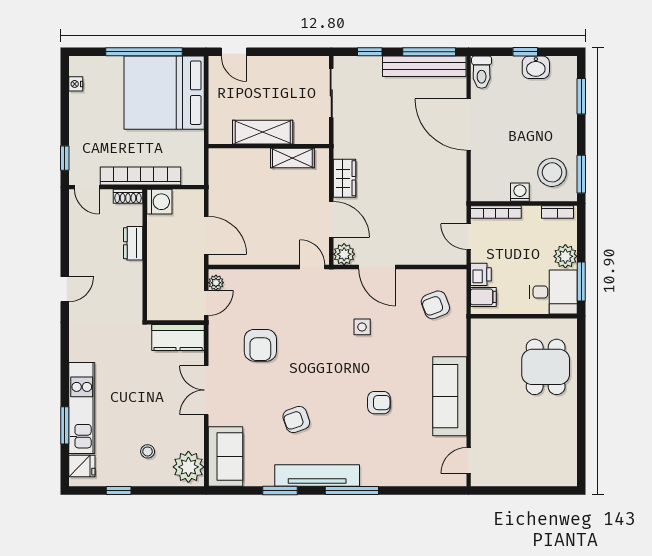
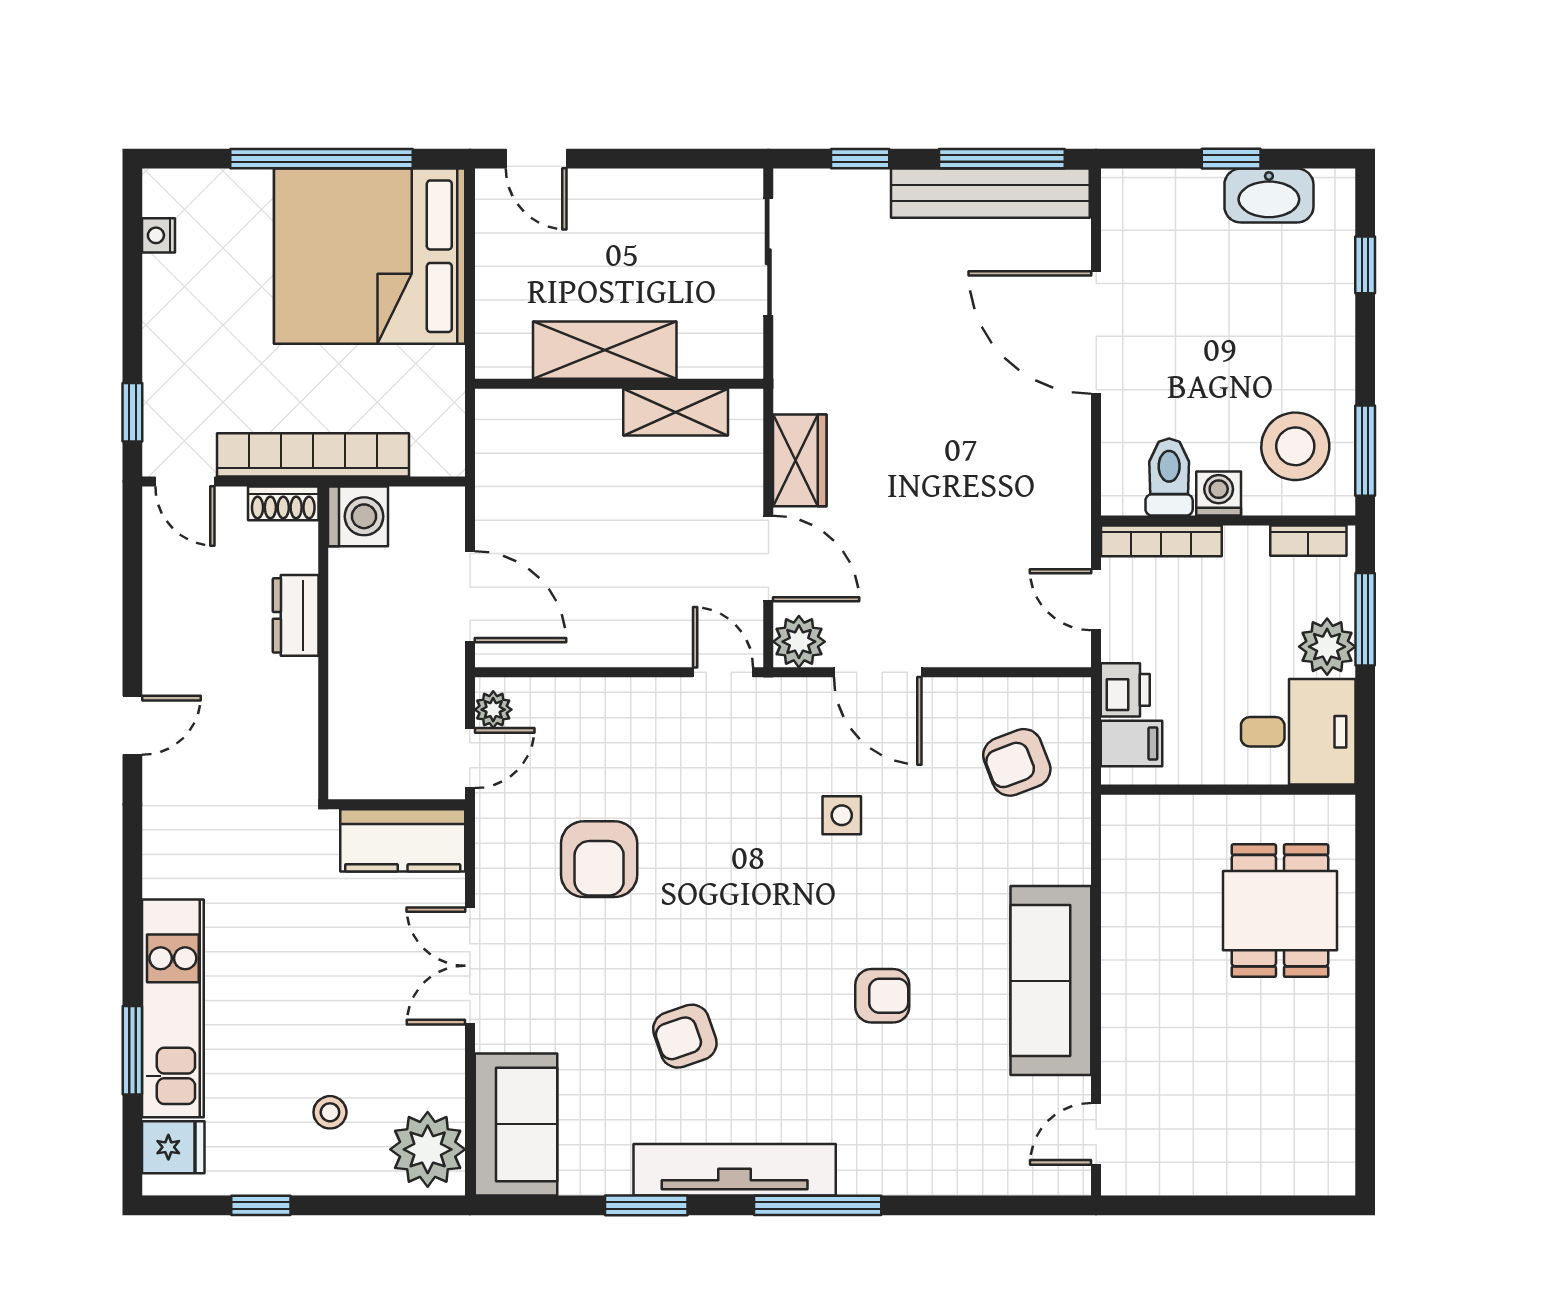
washbasin: (536, 67) -> (1269, 196), width x1.38
toilet: (482, 72) -> (1169, 477), moved, turned 180
window: (581, 96) -> (1365, 265), width x0.67
window: (581, 282) -> (1365, 619), moved

